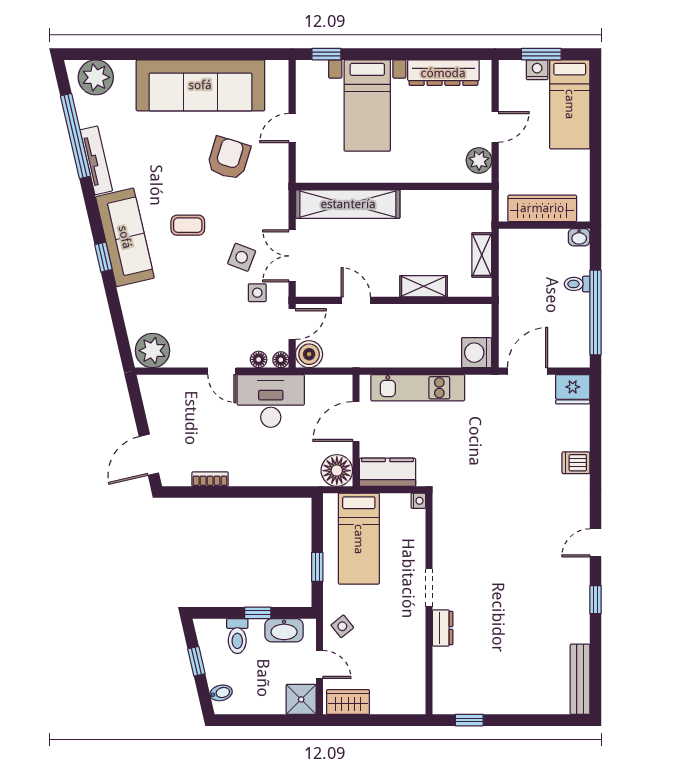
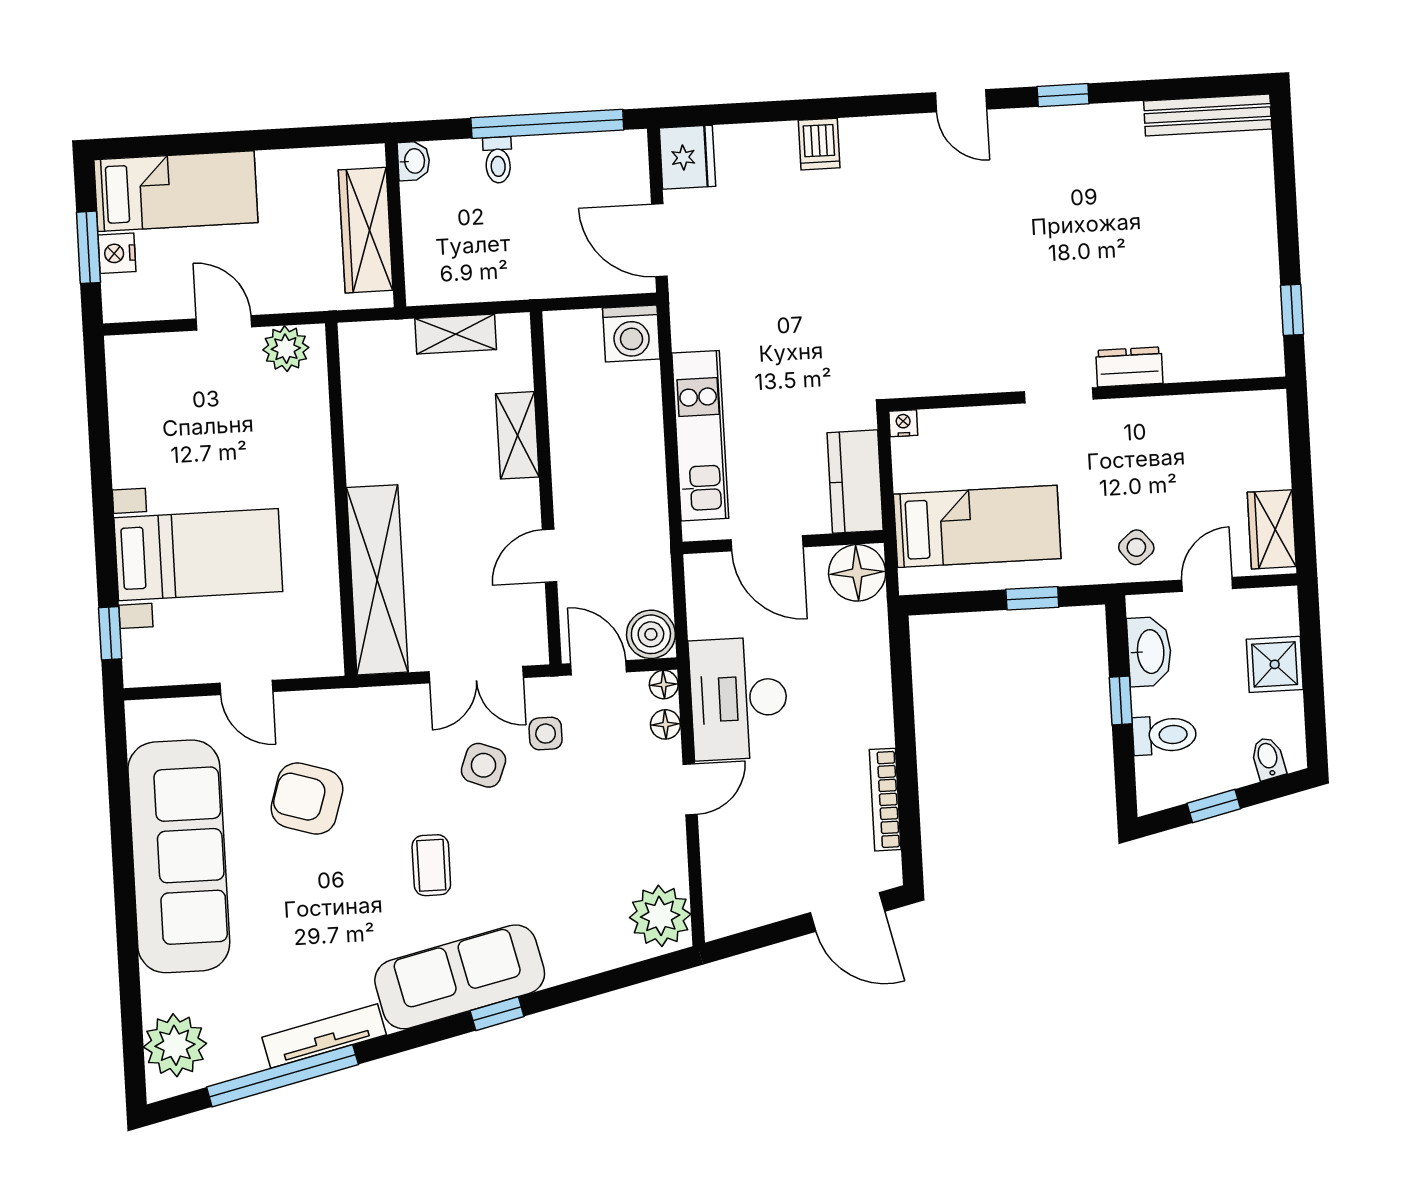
dresser: (443, 73) -> (131, 421), removed
bookcase: (210, 479) -> (885, 800), width x1.56
shower: (301, 699) -> (1275, 664), moved

